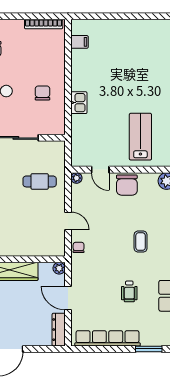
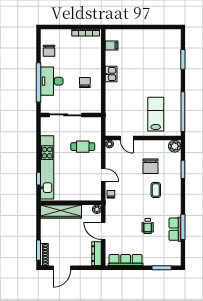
kitchen sink: (79, 103) -> (111, 74), moved
chair: (127, 185) -> (150, 166), moved
row of seats: (108, 338) -> (126, 260), width x0.73

